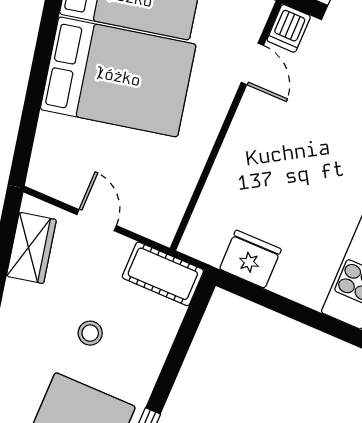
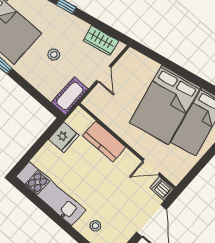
kitchen counter: (232, 175) -> (104, 141), added
door: (97, 220) -> (104, 74), hinge flipped

